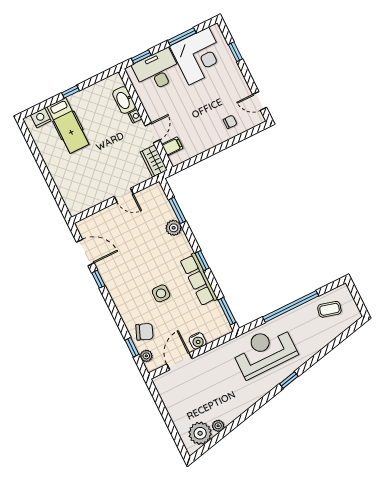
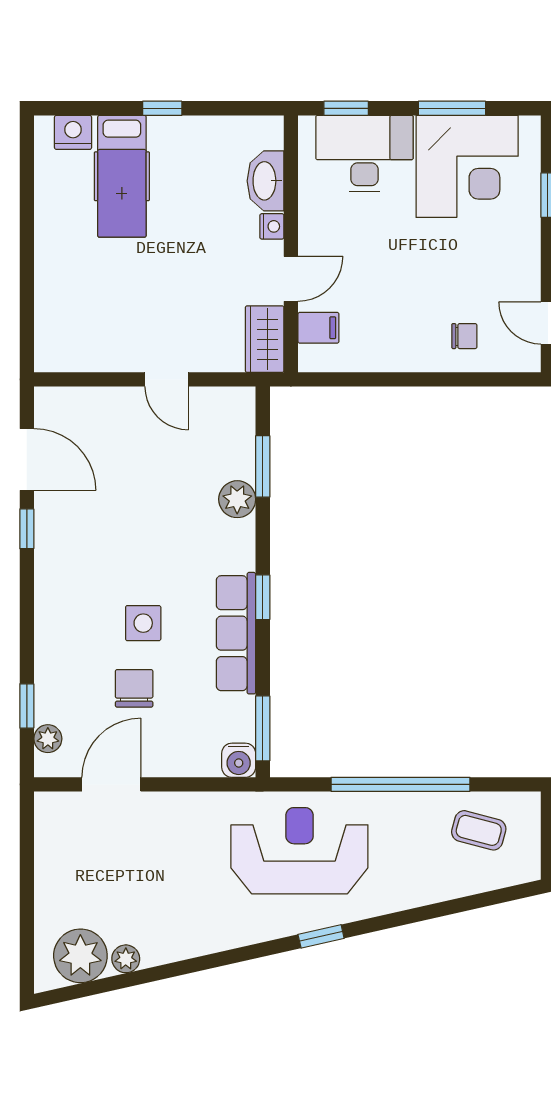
chair: (144, 332) -> (134, 688), moved, turned -112
water cooler: (198, 341) -> (239, 760), moved

